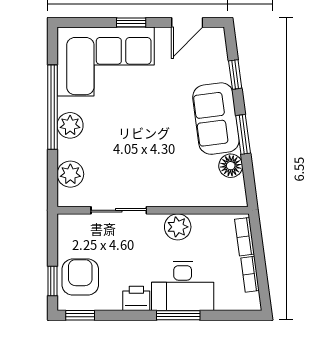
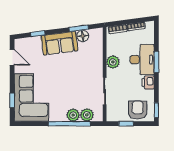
window: (131, 22) -> (12, 100), moved
window: (52, 107) -> (69, 124), moved
plant: (70, 125) -> (73, 115), moved
window: (243, 134) -> (79, 28), moved
armchair: (80, 277) -> (138, 110), turned 90
window: (52, 281) -> (126, 124), moved

